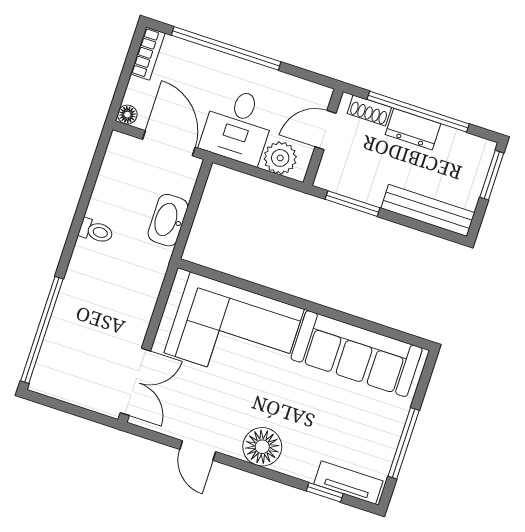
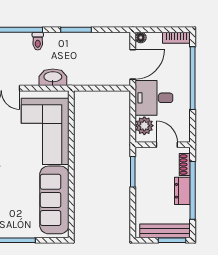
bench: (428, 210) -> (165, 231), moved, turned 90
washbasin: (168, 220) -> (53, 77), moved
window: (78, 221) -> (76, 30), added
toilet: (96, 231) -> (38, 41), moved

